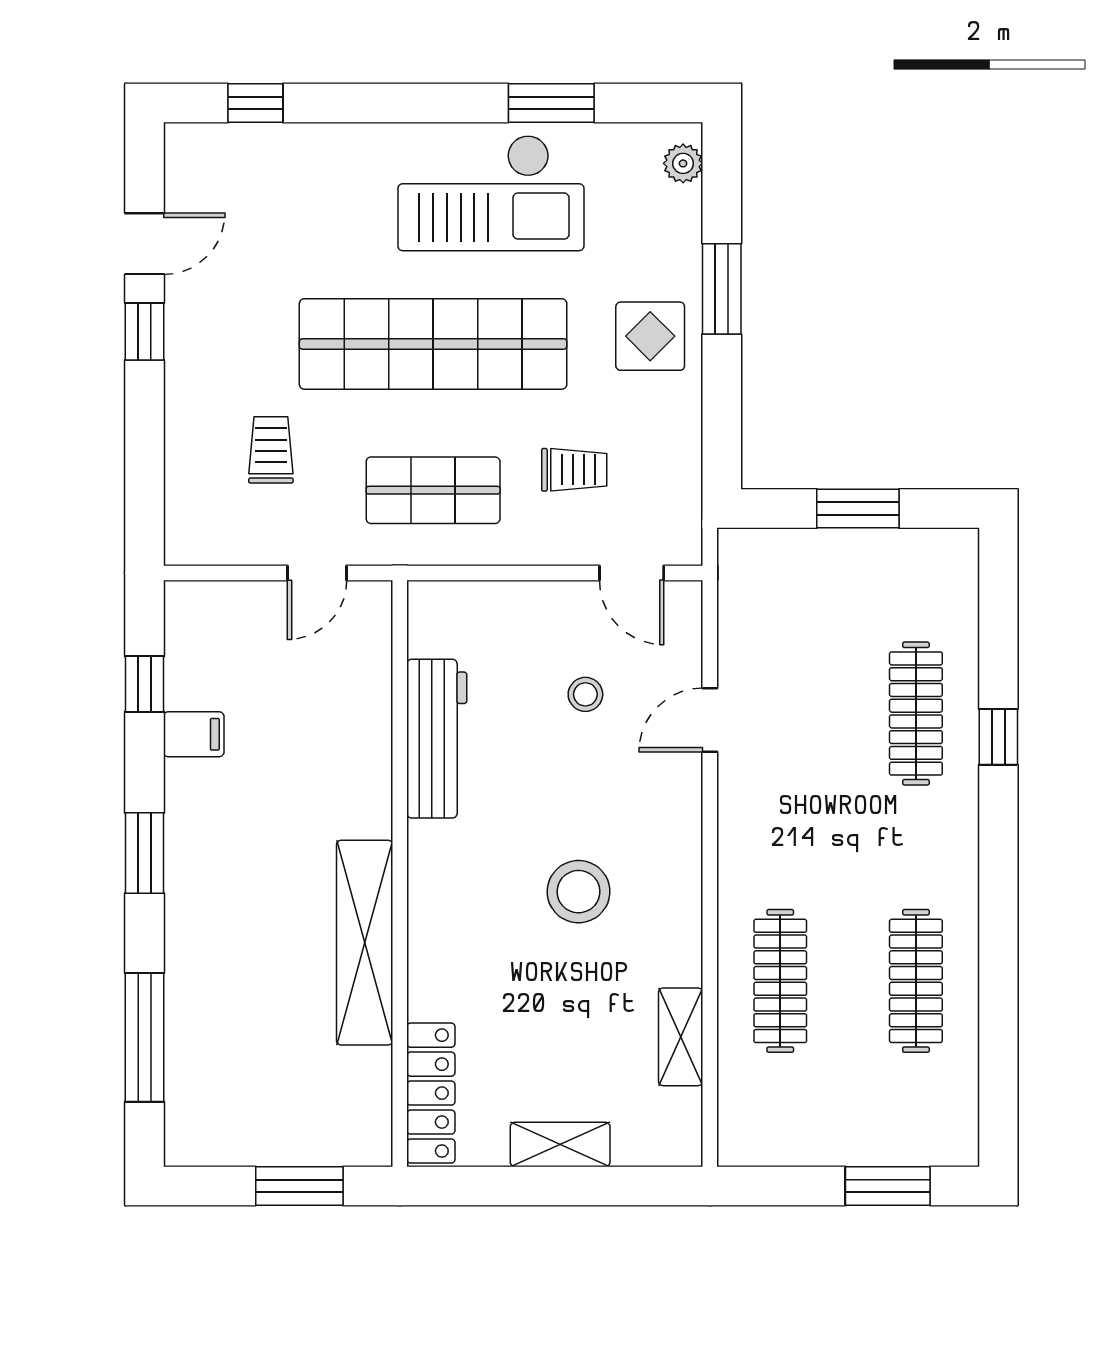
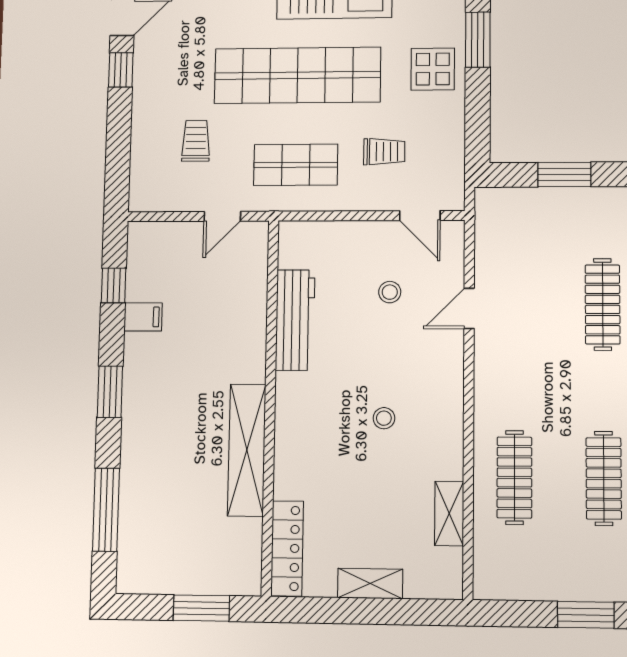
stool: (579, 892) -> (384, 418), width x0.53, depth x0.53

